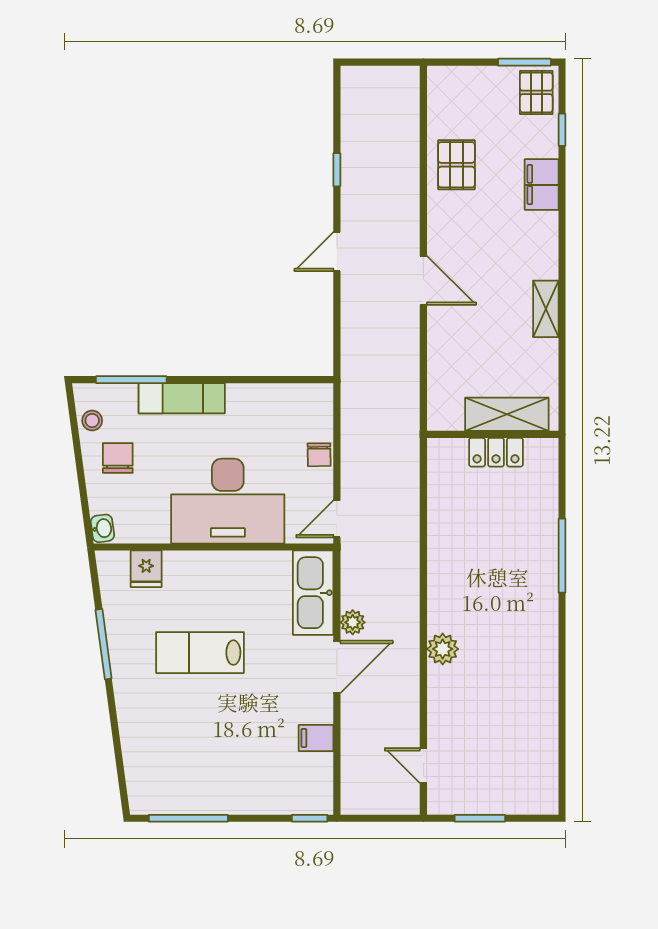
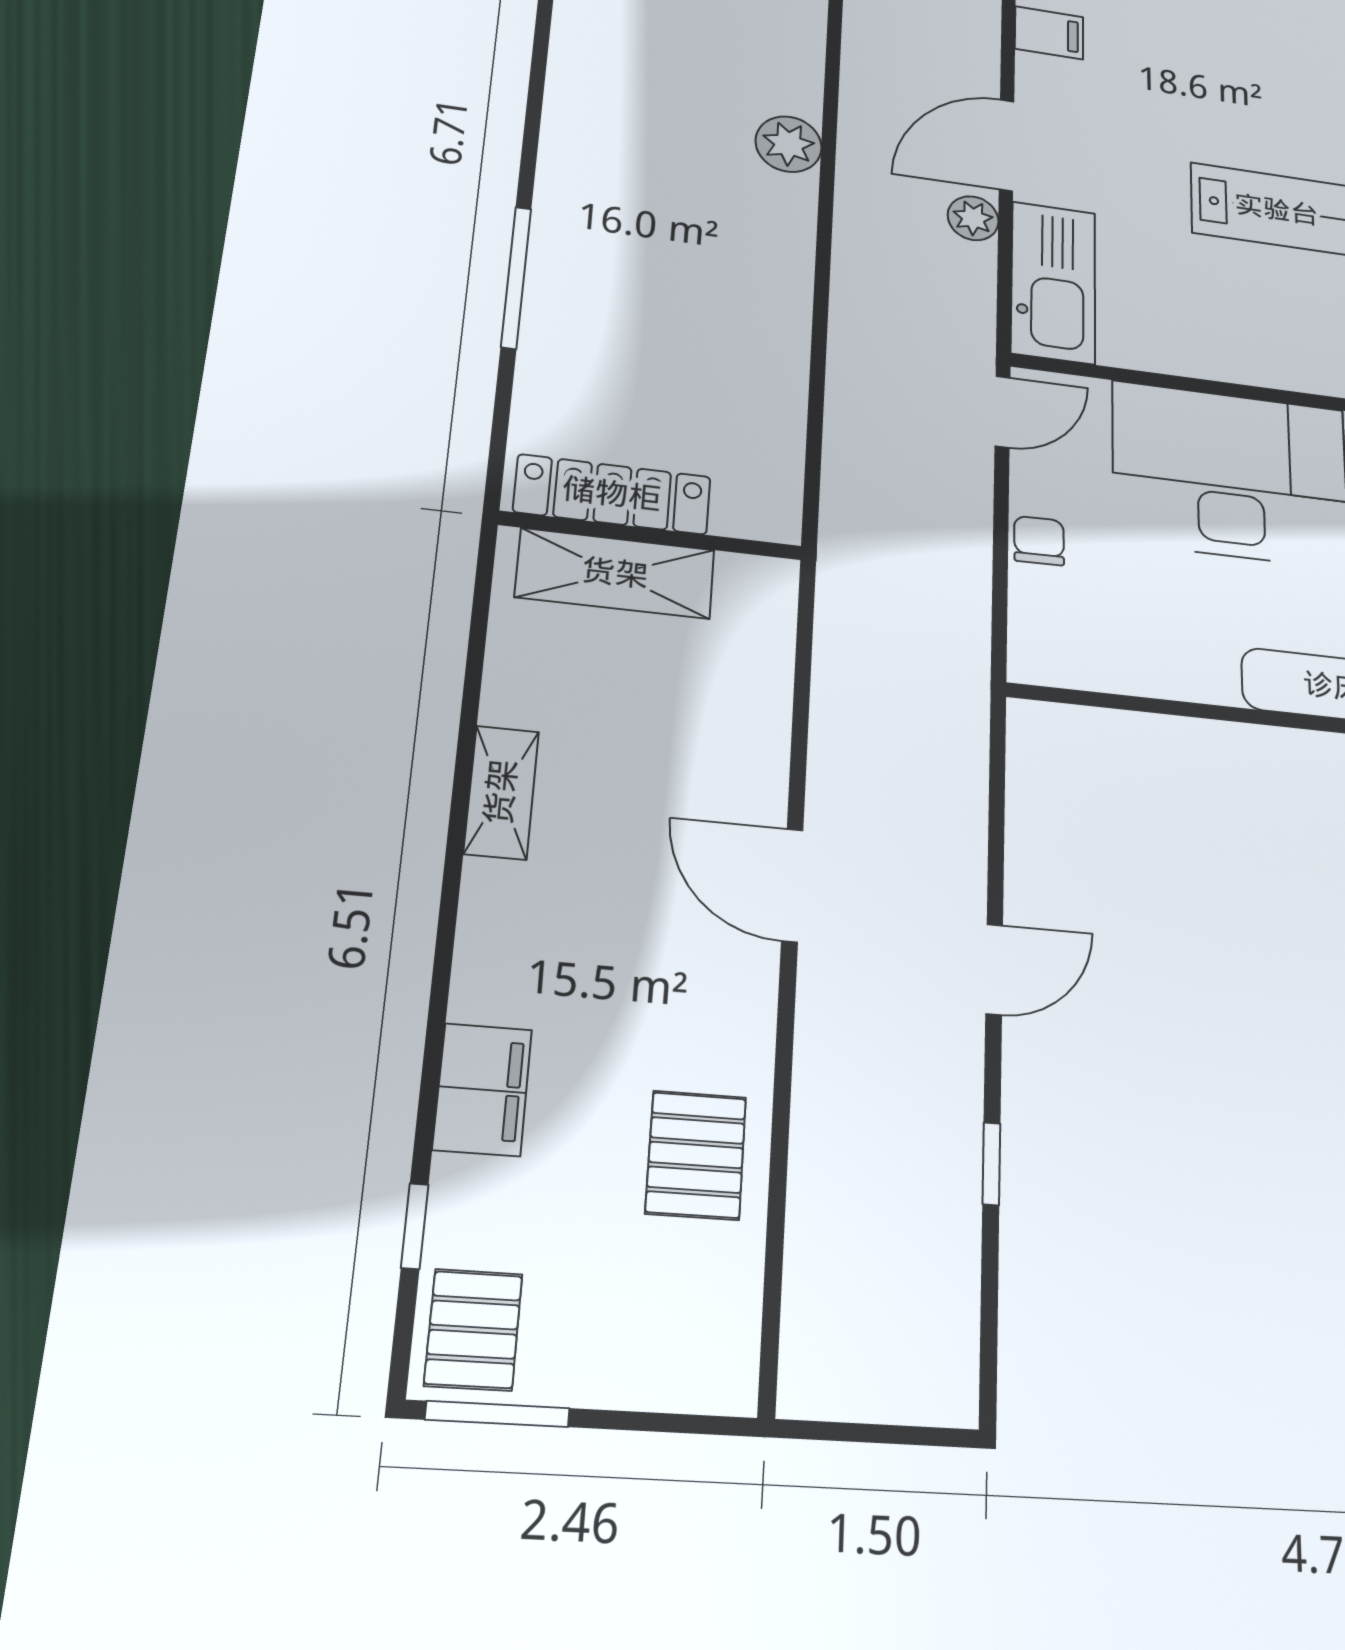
locker: (496, 452) -> (612, 494), width x1.53

